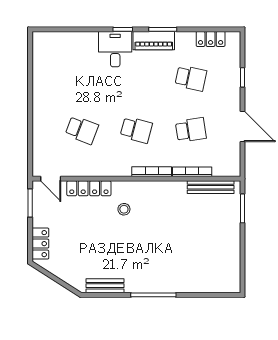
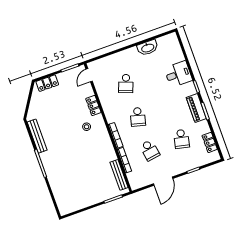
desk: (115, 49) -> (178, 74), moved
washbasin: (41, 80) -> (148, 48), added
locker: (89, 188) -> (93, 105), width x0.66
bench: (105, 286) -> (37, 136), width x1.36

